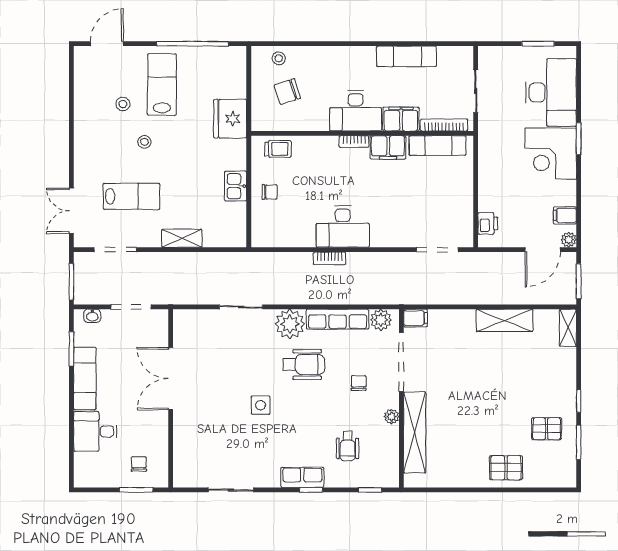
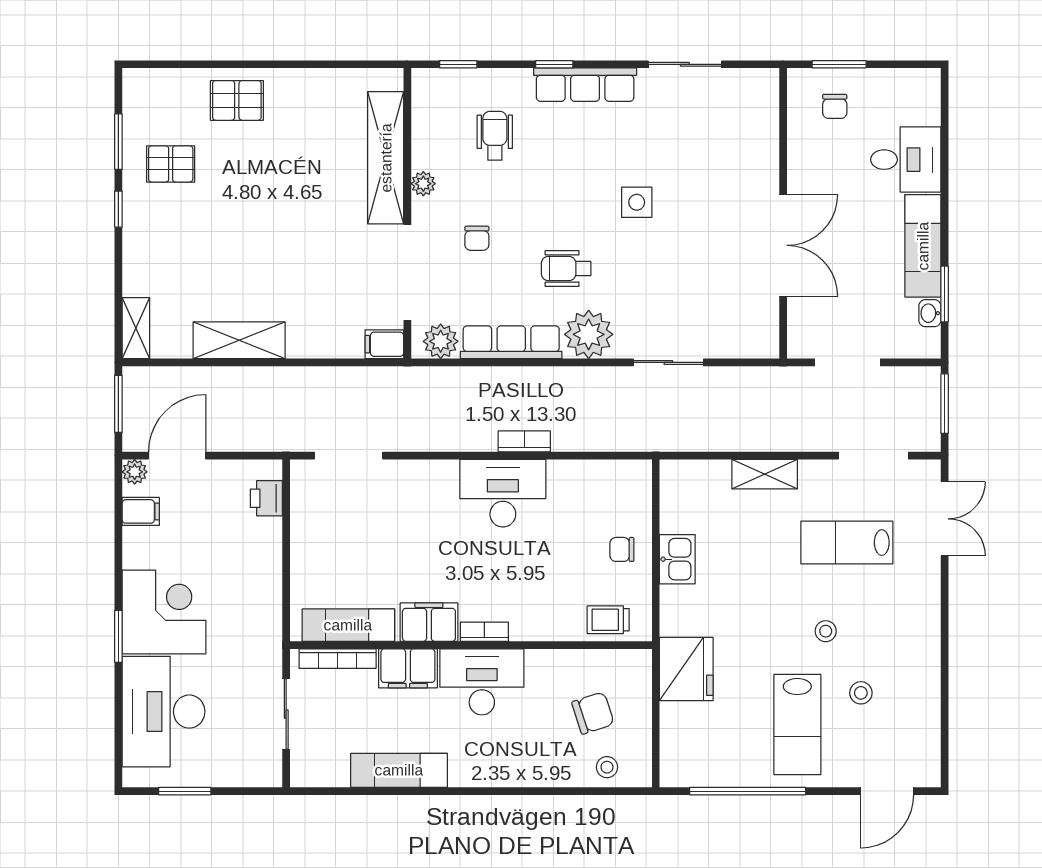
washbasin: (92, 316) -> (930, 313), moved, turned -90
wheelchair: (304, 364) -> (566, 268), width x0.73, depth x0.73
row of seats: (302, 477) -> (585, 85), width x1.48

